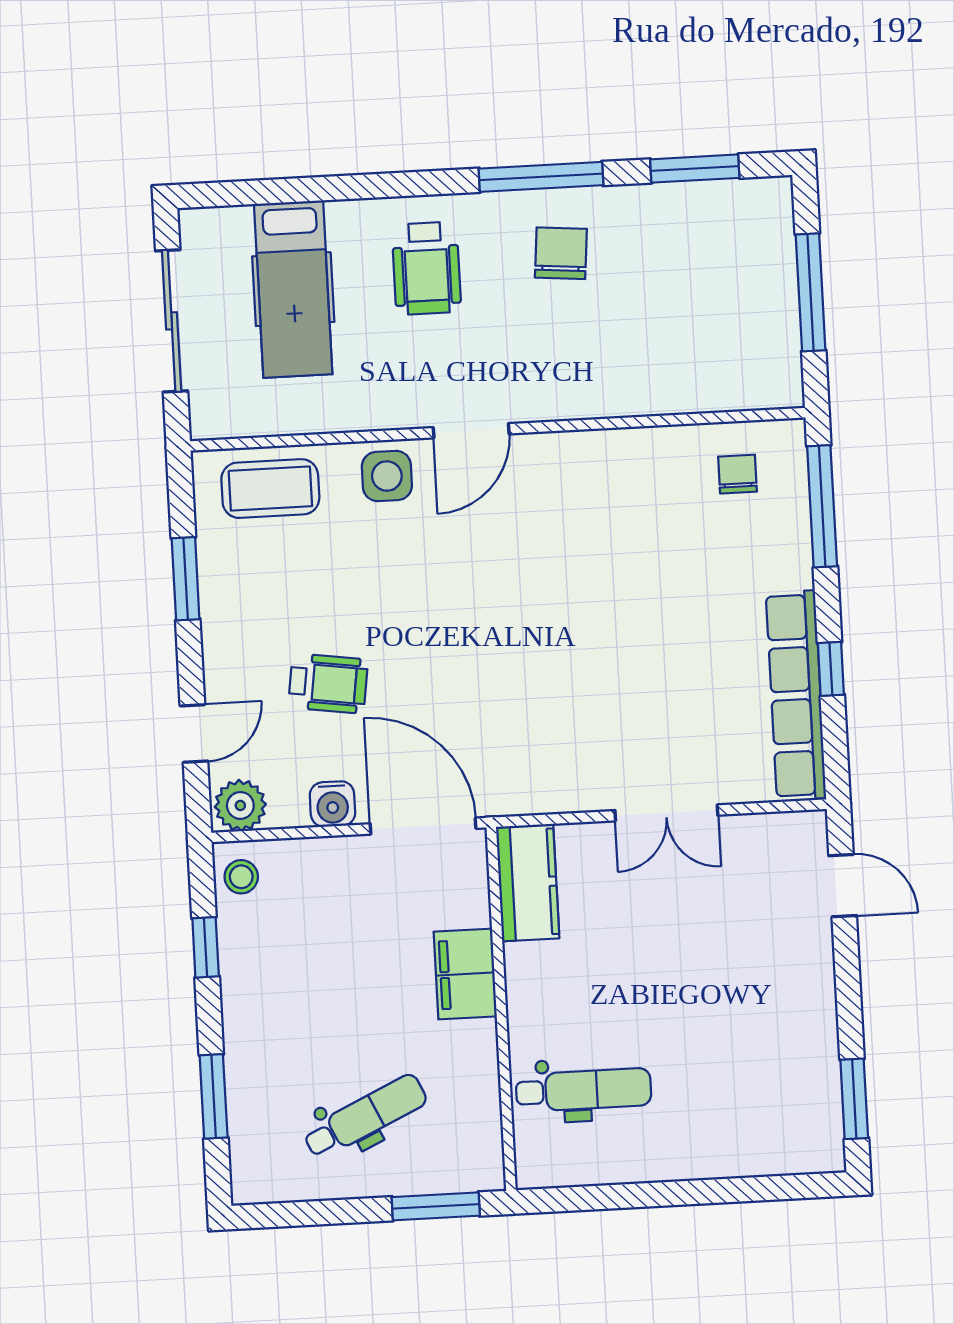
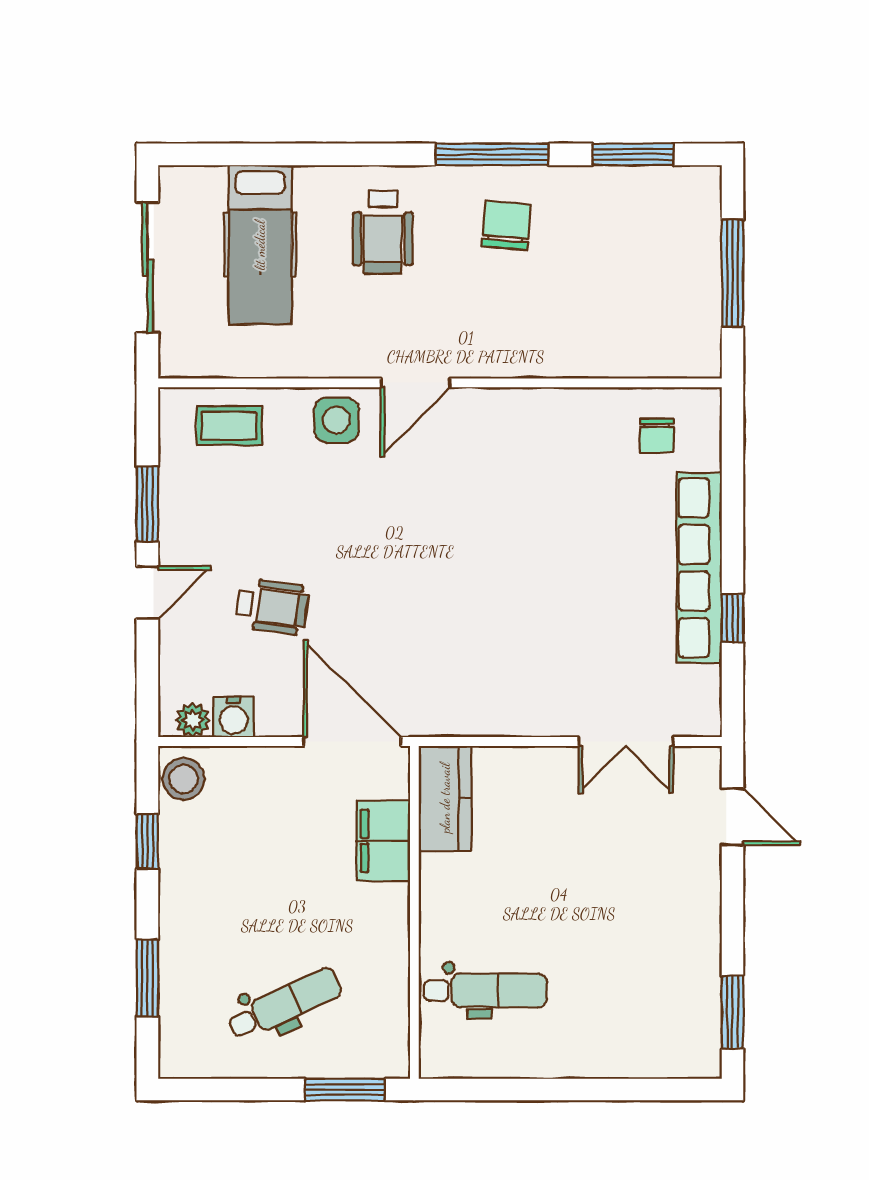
chair: (737, 474) -> (657, 436), turned 180
coffee table: (270, 489) -> (229, 426), width x0.73, depth x0.77
window: (822, 506) -> (732, 469), removed
row of seats: (796, 695) -> (699, 568), moved
door: (194, 733) -> (147, 593), moved
water cooler: (332, 804) -> (234, 717), moved
plant: (240, 805) -> (193, 720), width x0.73, depth x0.73
double door: (666, 813) -> (626, 742), moved
stool: (241, 877) -> (183, 779), width x1.37, depth x1.37
filing cabinet: (465, 974) -> (383, 841), moved

